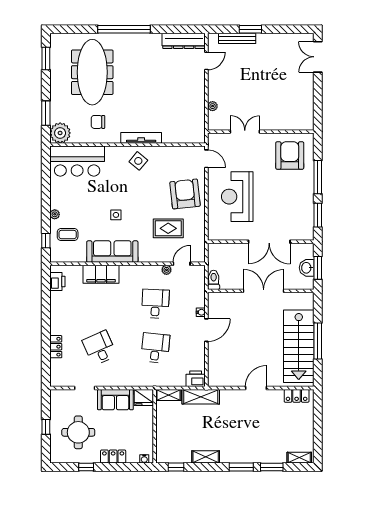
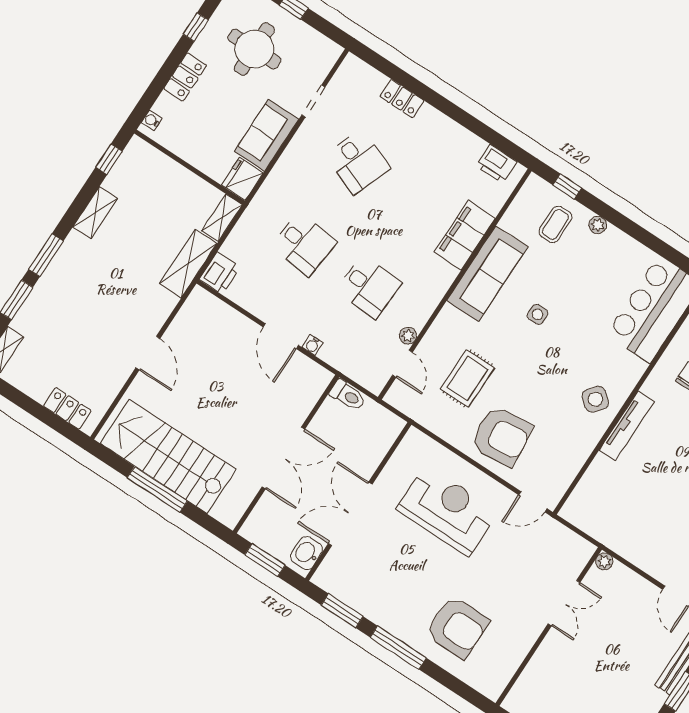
double door: (245, 132) -> (564, 603), moved
wall: (261, 132) -> (549, 627), moved
washbasin: (307, 268) -> (307, 553), moved, turned -90
desk: (100, 348) -> (358, 162), turned 45
locker: (297, 396) -> (67, 408), moved, turned 90

